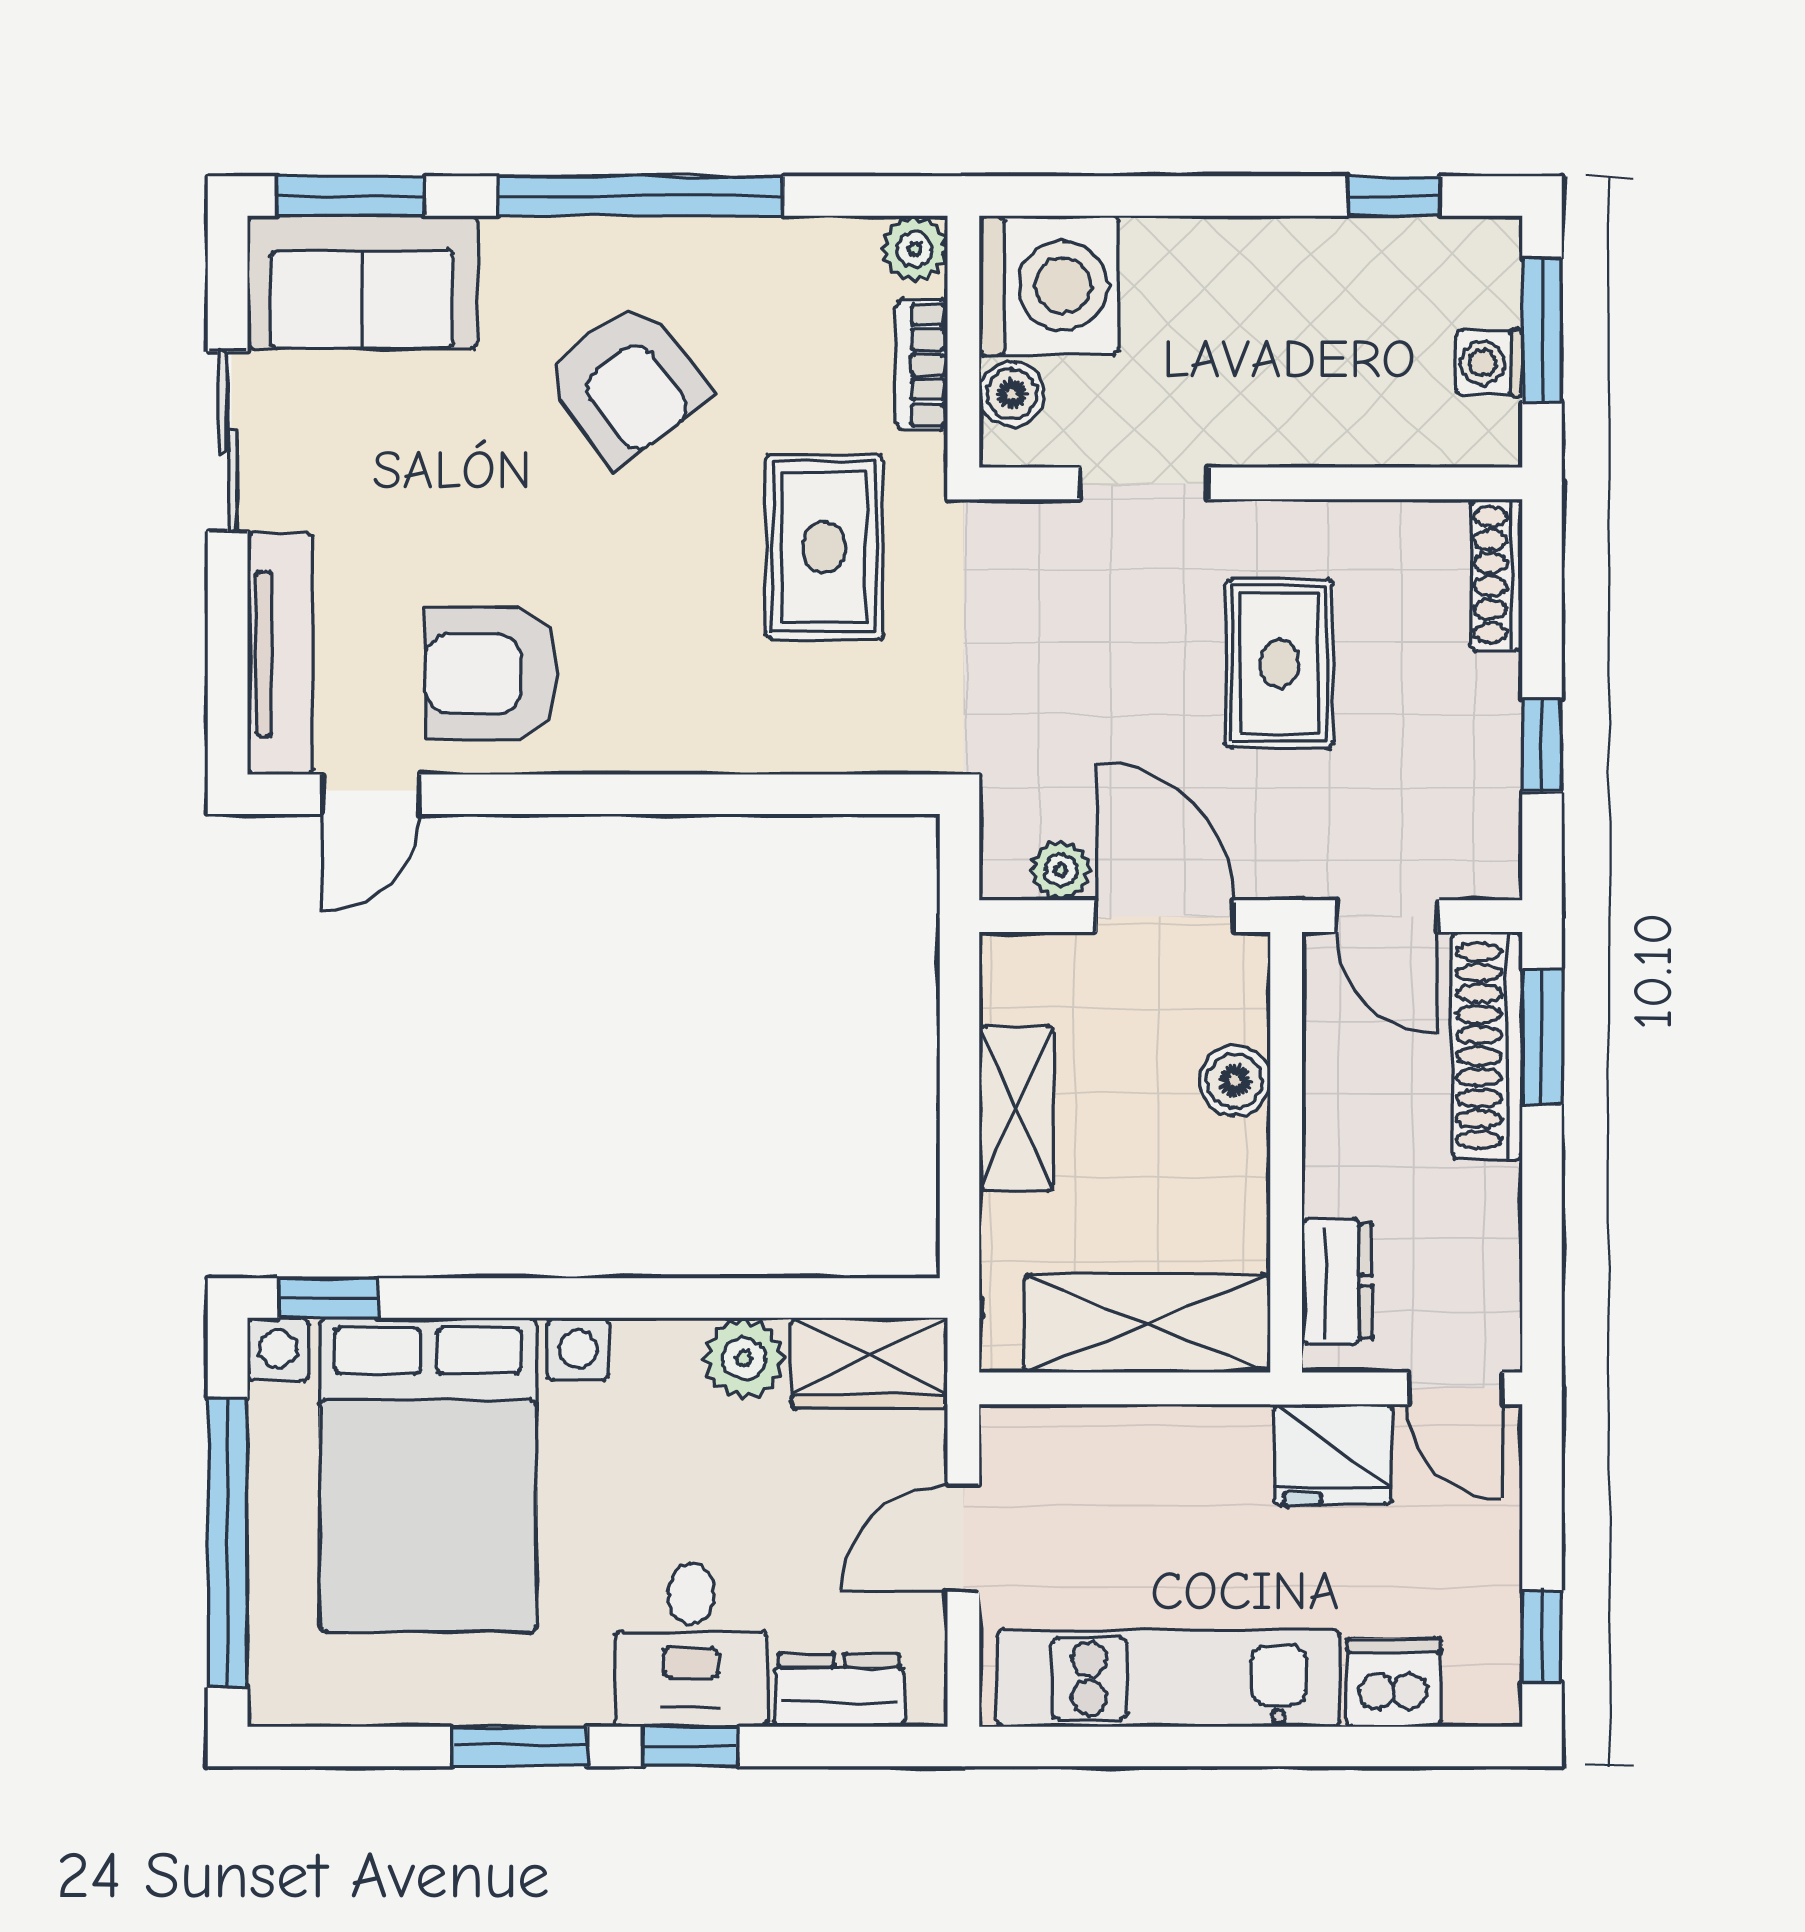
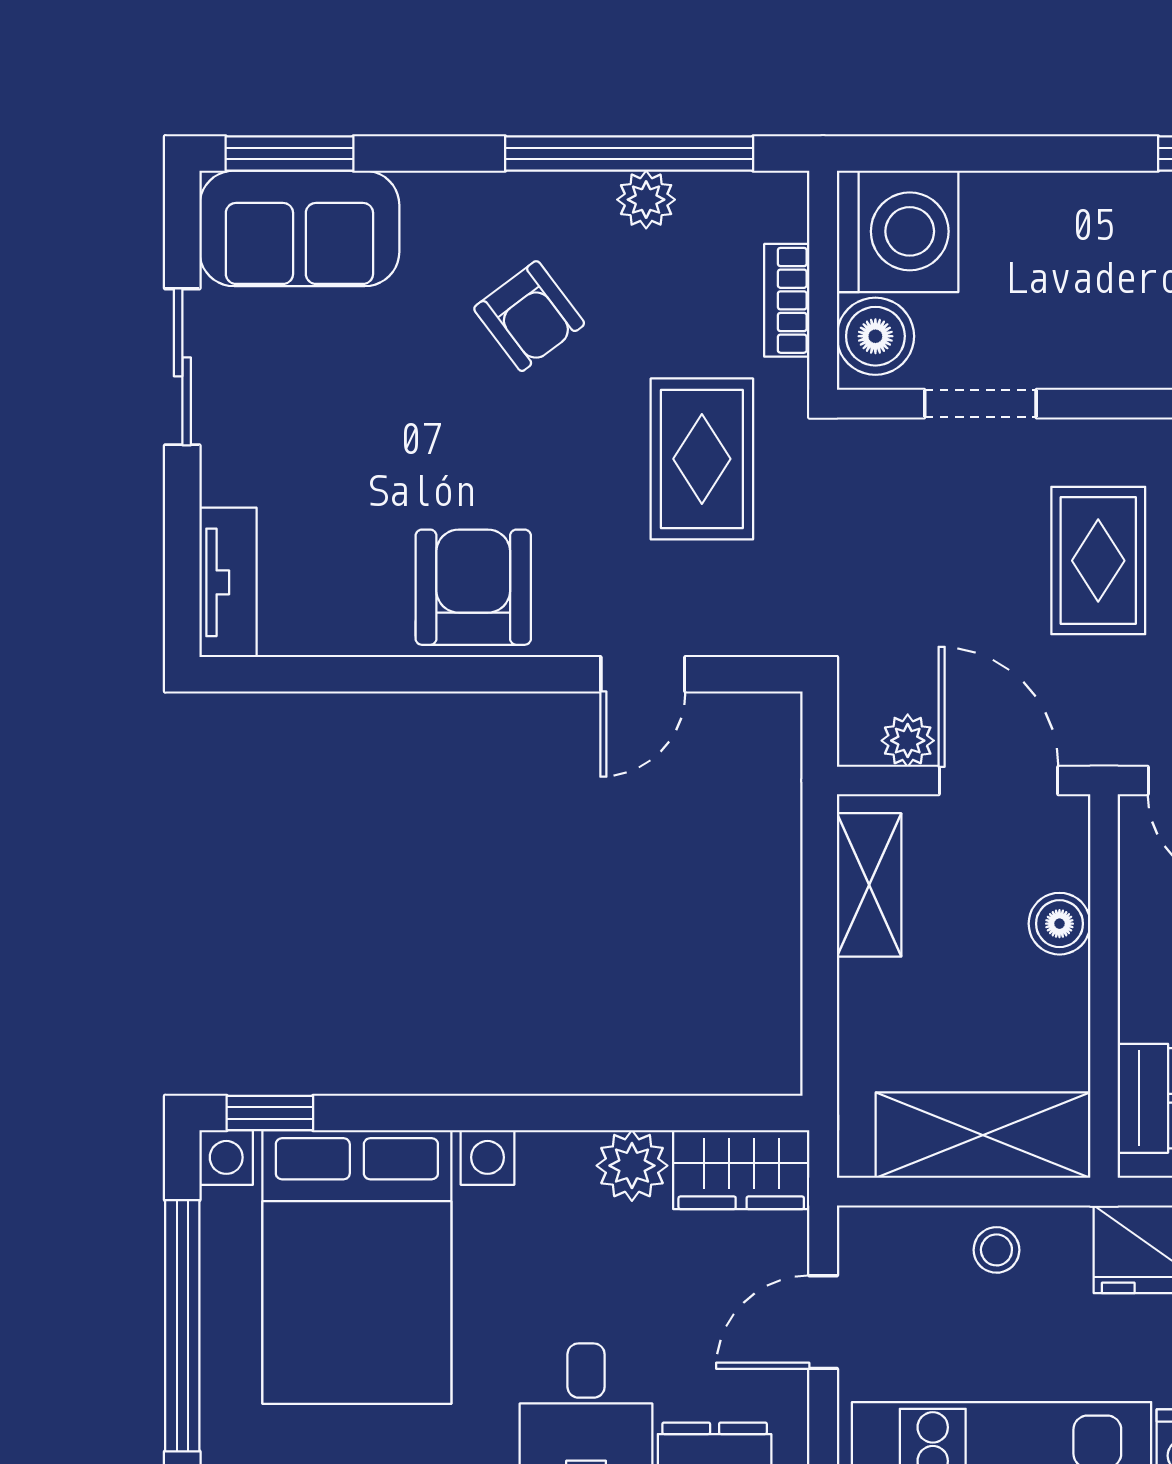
window: (641, 196) -> (629, 153), moved
plant: (914, 249) -> (646, 200), moved
armchair: (626, 383) -> (529, 316), width x0.72, depth x0.72
boiler: (1012, 394) -> (875, 336), width x1.36, depth x1.36
tv unit: (280, 654) -> (228, 582), width x0.71
armchair: (492, 674) -> (473, 587), moved, turned 90
door: (370, 794) -> (643, 674), moved
shelving: (1016, 1108) -> (869, 885), moved
stool: (1163, 1455) -> (996, 1250), added

